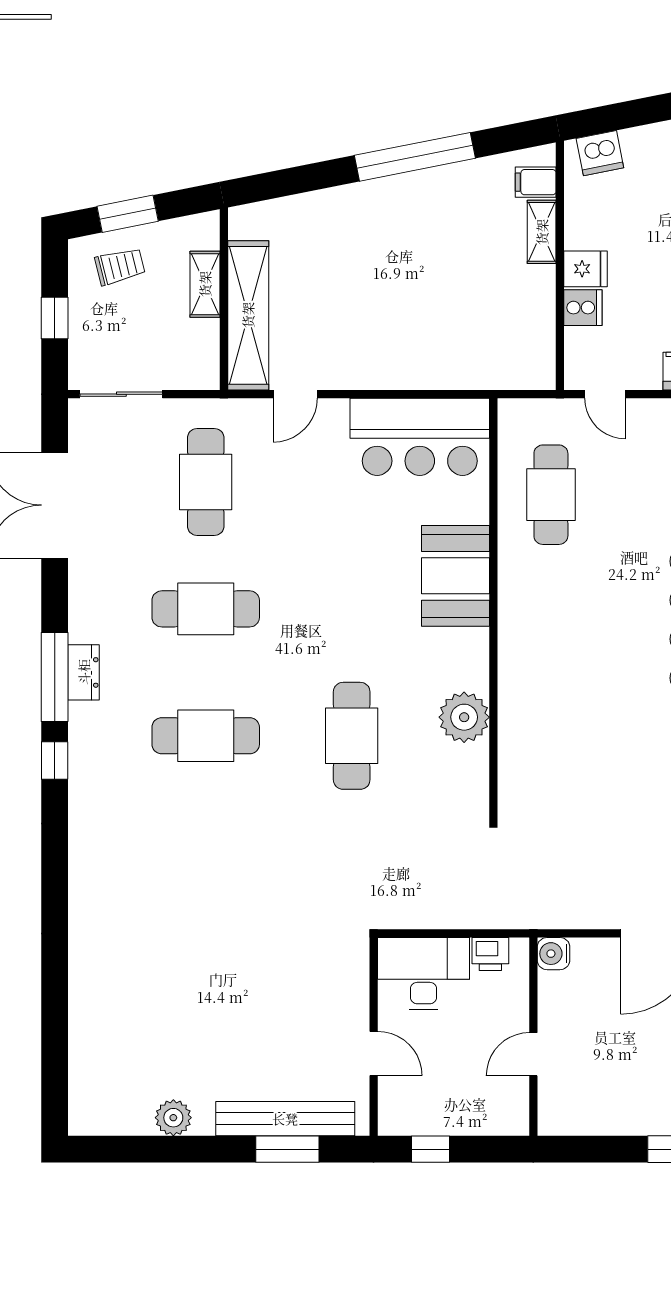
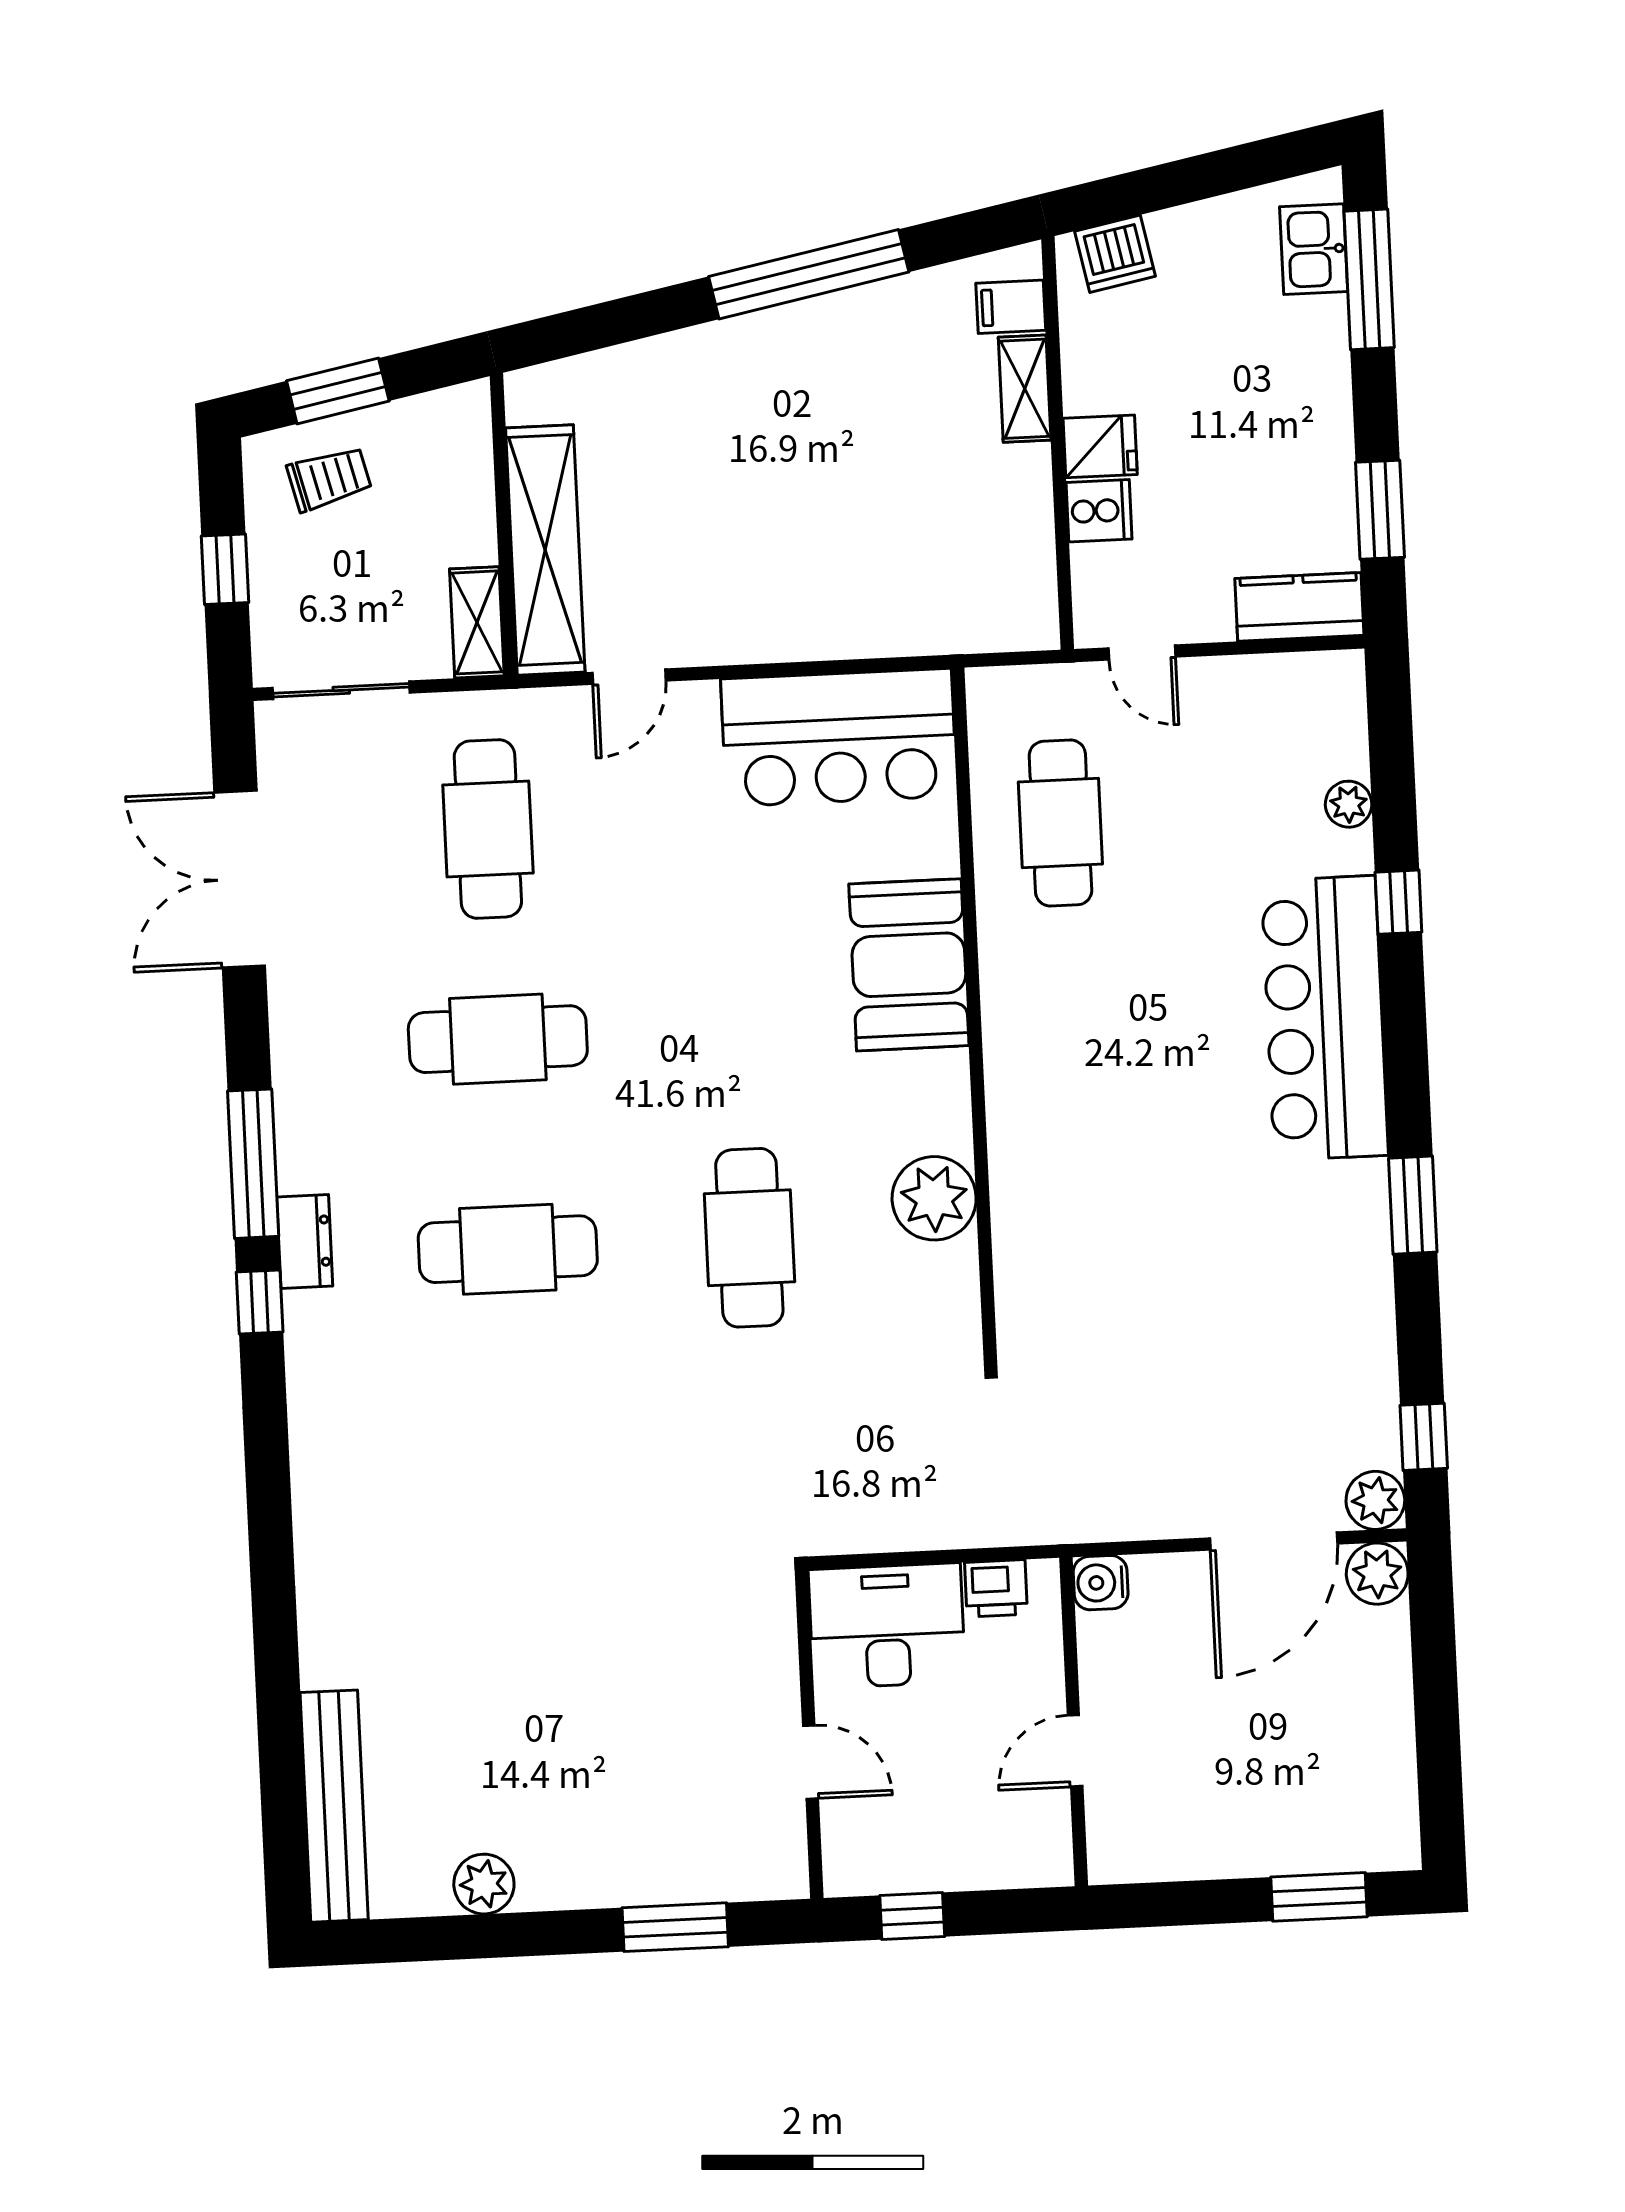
shelving: (205, 284) -> (477, 622), moved
dresser: (84, 672) -> (305, 1242), moved
bench: (285, 1119) -> (334, 1806), moved, turned 90

